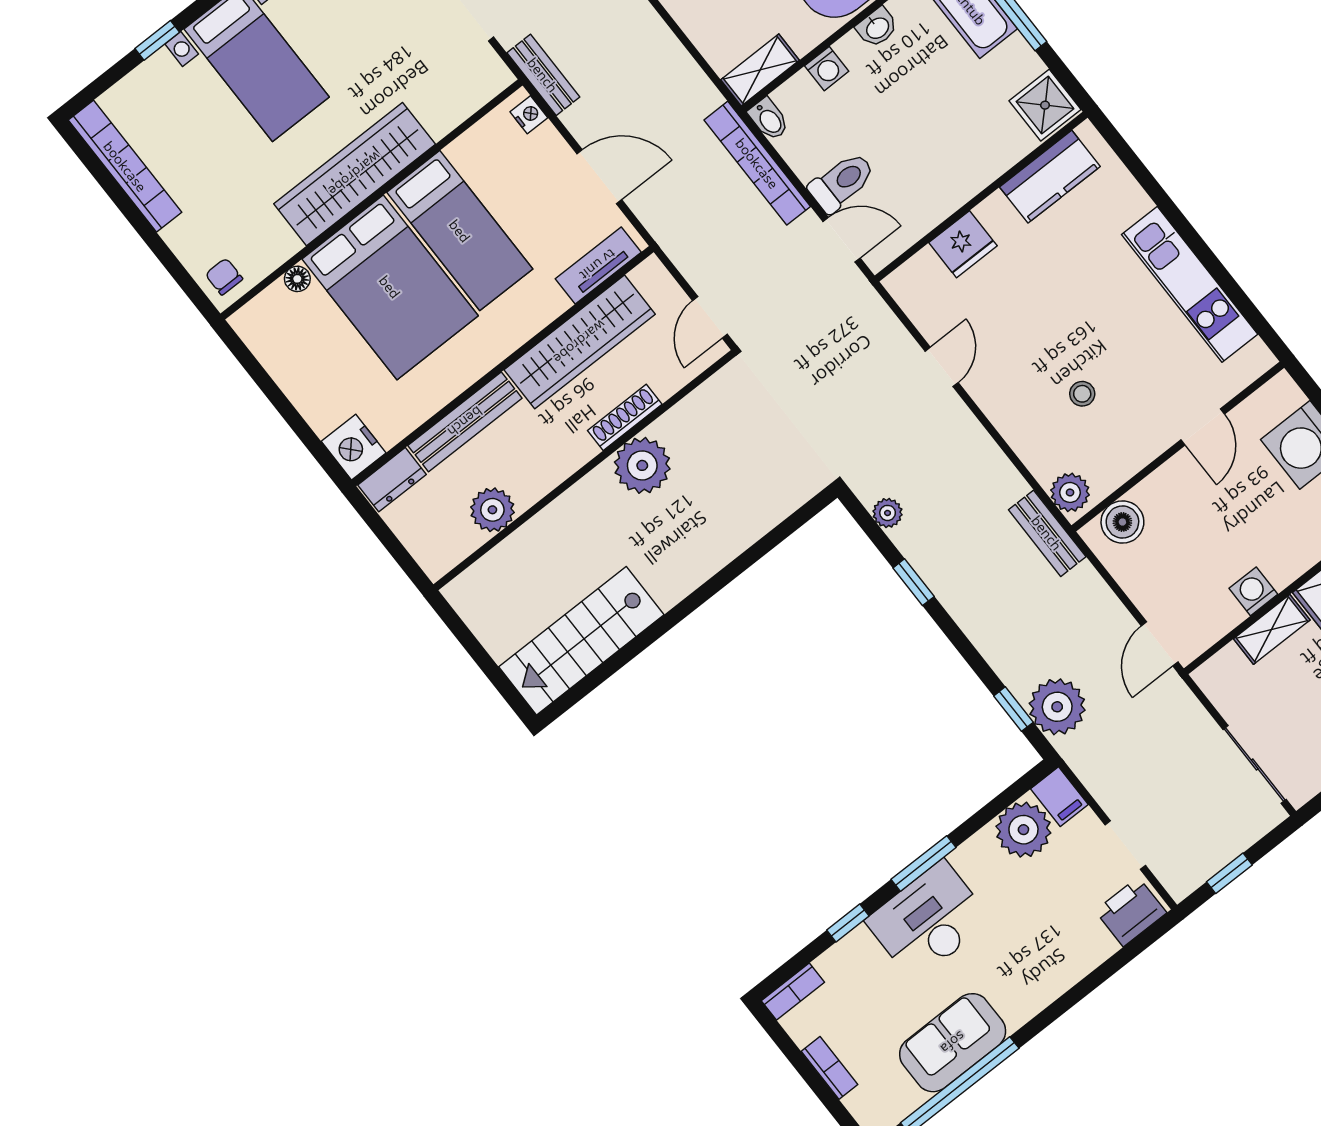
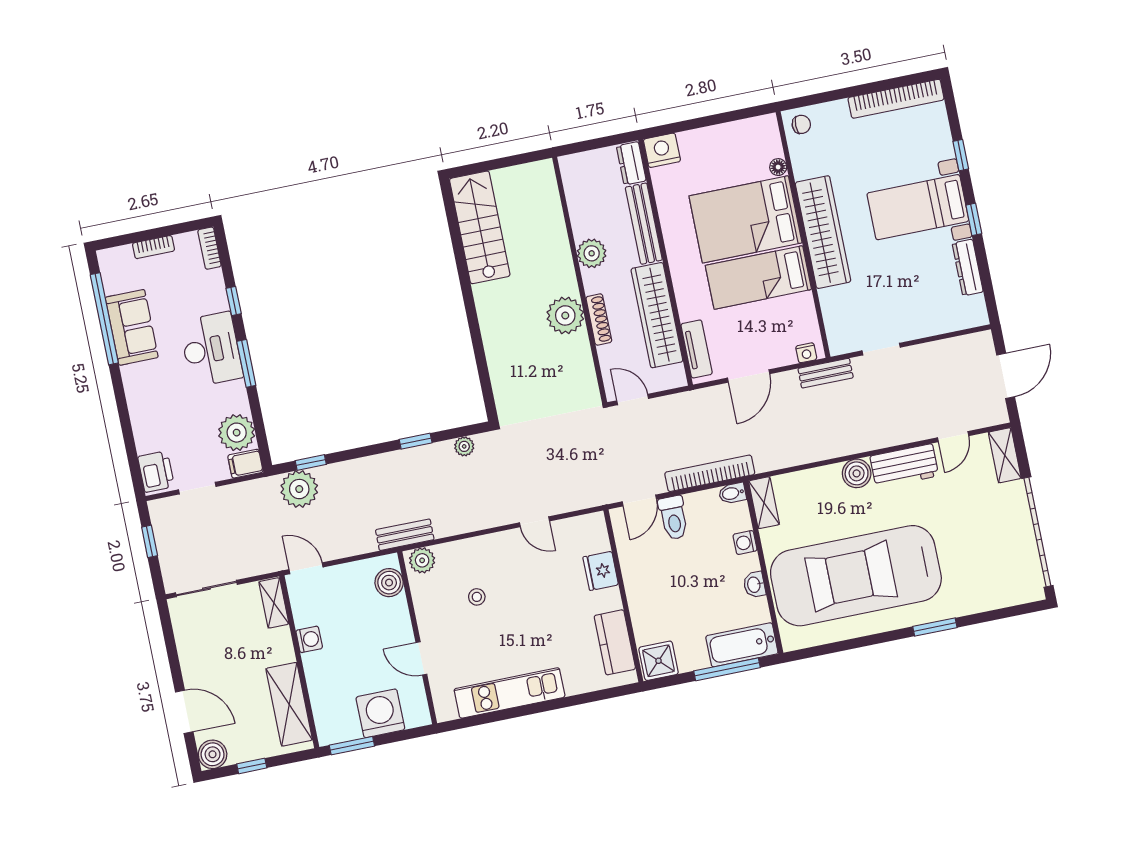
plant: (492, 510) -> (592, 253), moved
shelving: (1272, 629) -> (274, 603), moved

